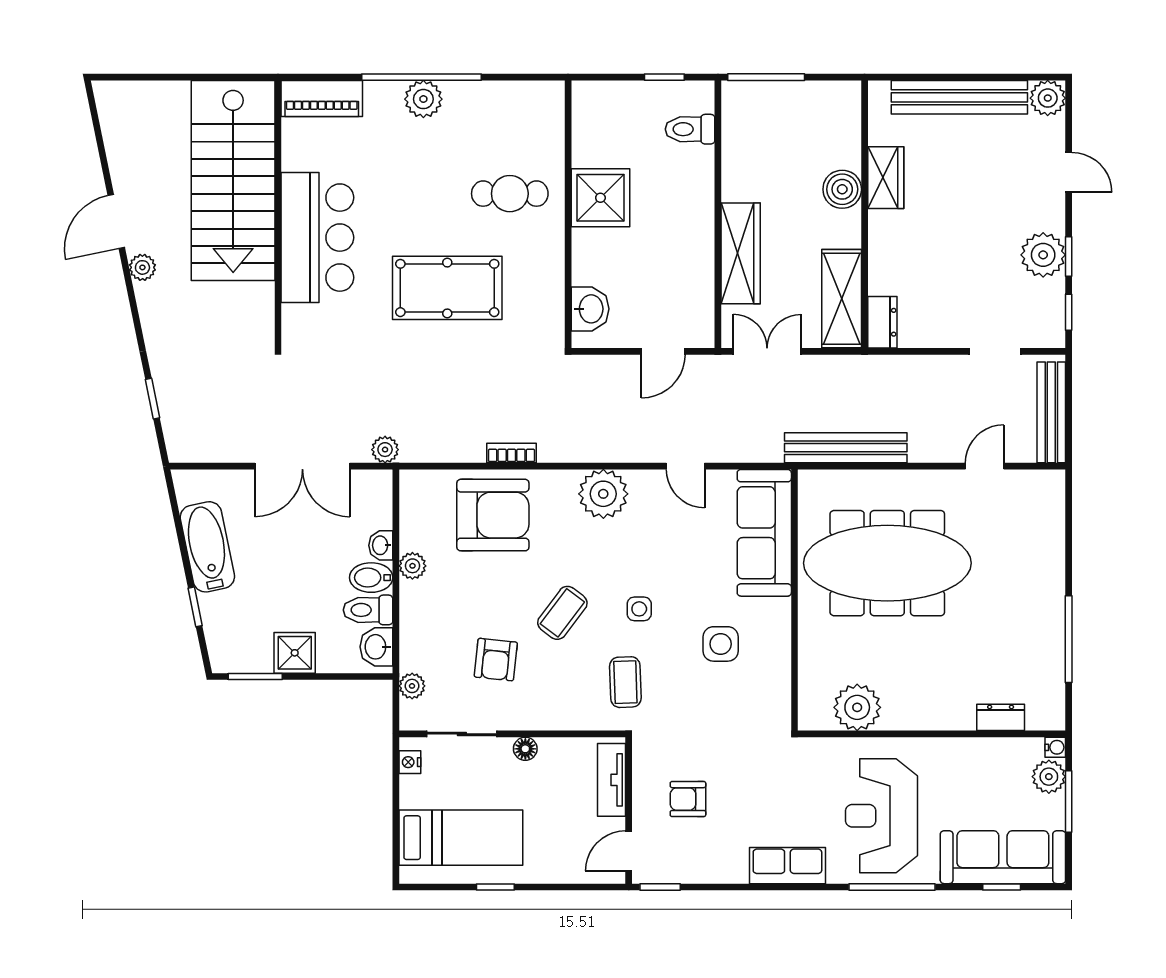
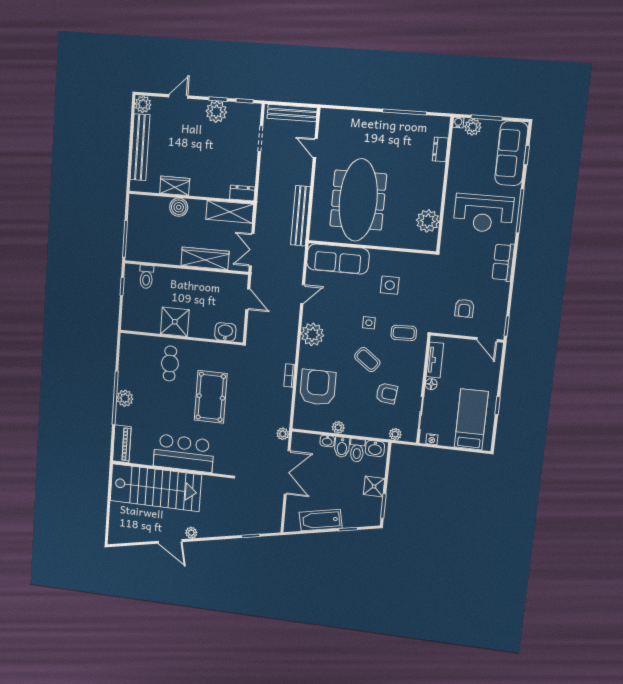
tv unit: (612, 780) -> (435, 360), moved, turned -90

